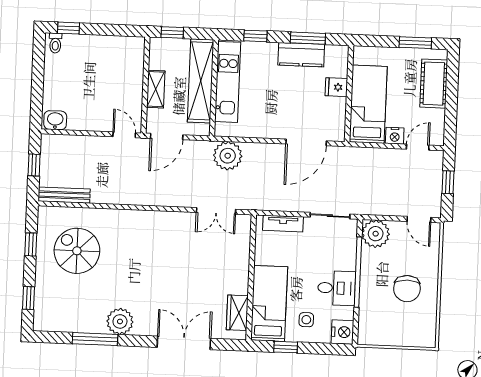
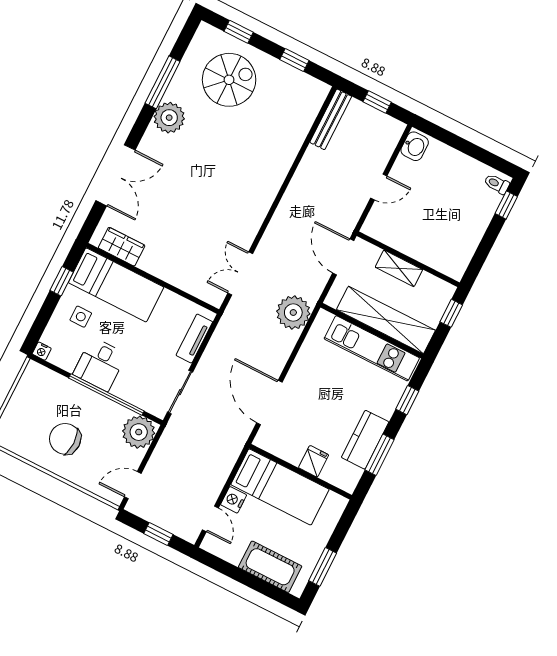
door: (124, 135) -> (379, 187), moved
spiral stairs: (77, 251) -> (229, 80), moved
nightstand: (342, 332) -> (42, 351), width x0.53, depth x0.56

